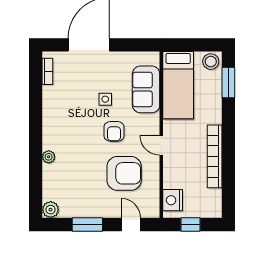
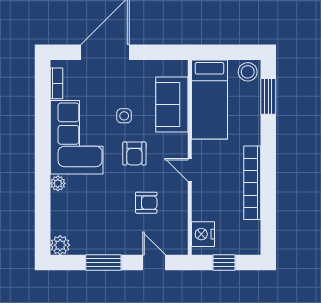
corner sofa: (65, 117) -> (77, 137), added
armchair: (124, 173) -> (146, 203), width x0.53, depth x0.53

